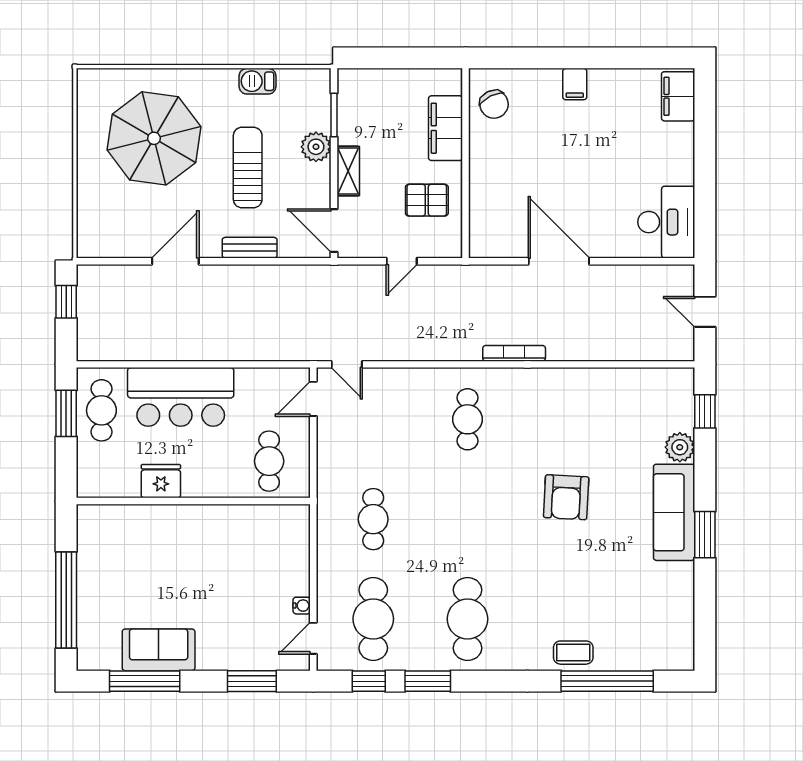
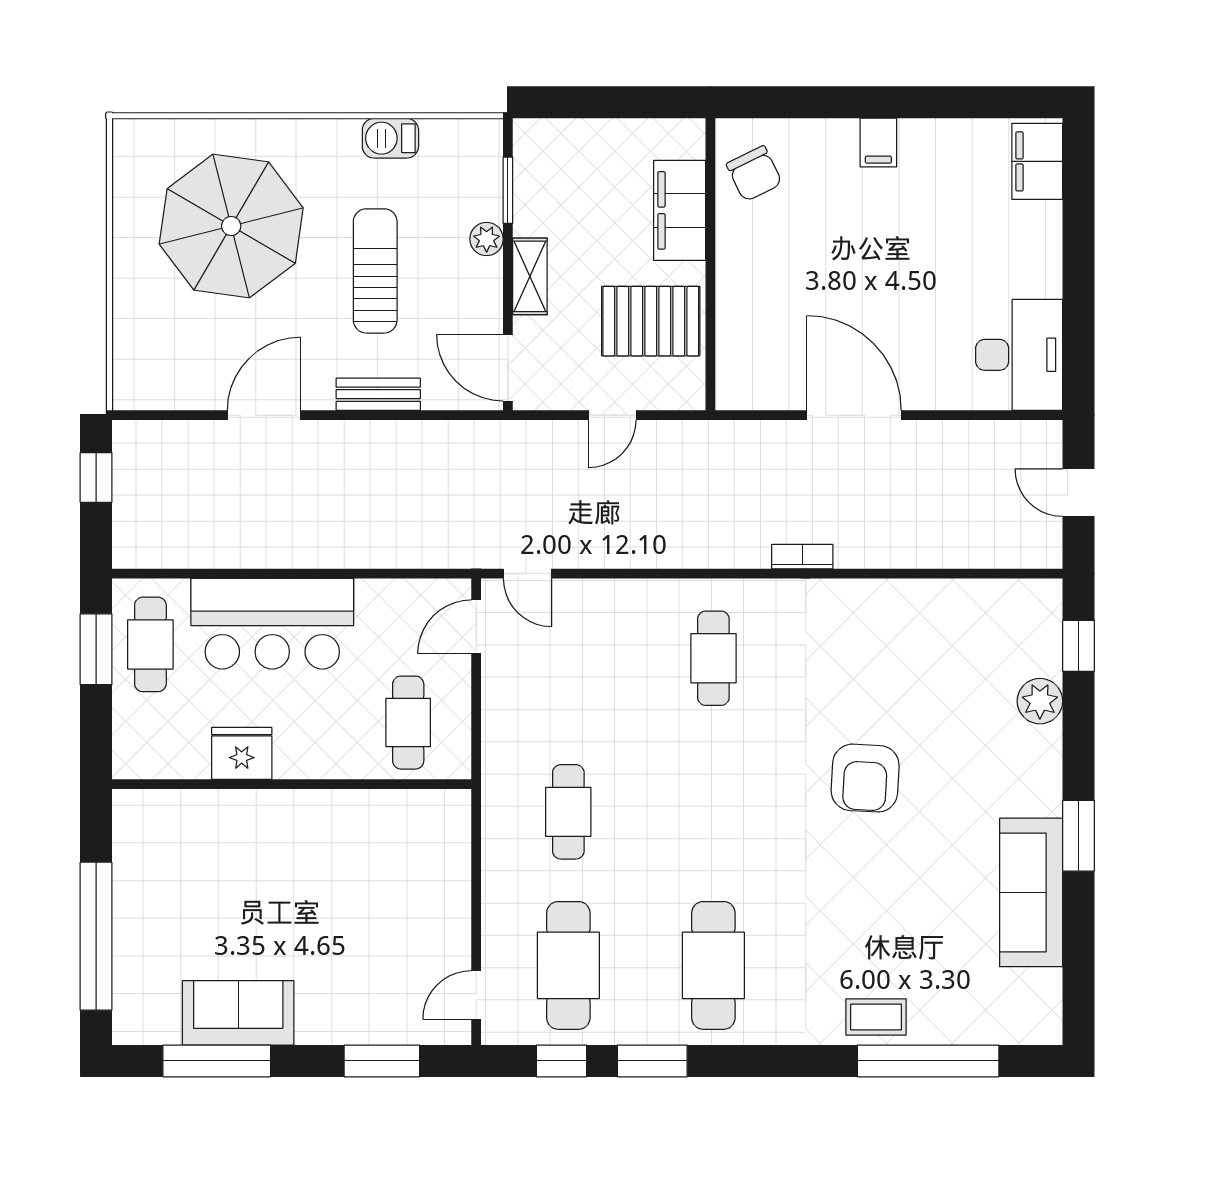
plant: (316, 147) -> (487, 239), width x0.73, depth x0.73
pallet: (427, 200) -> (651, 321), width x1.50, depth x1.42
bookcase: (514, 353) -> (802, 557), width x0.64
sofa: (674, 512) -> (1031, 892), moved
water cooler: (302, 606) -> (458, 945), removed

